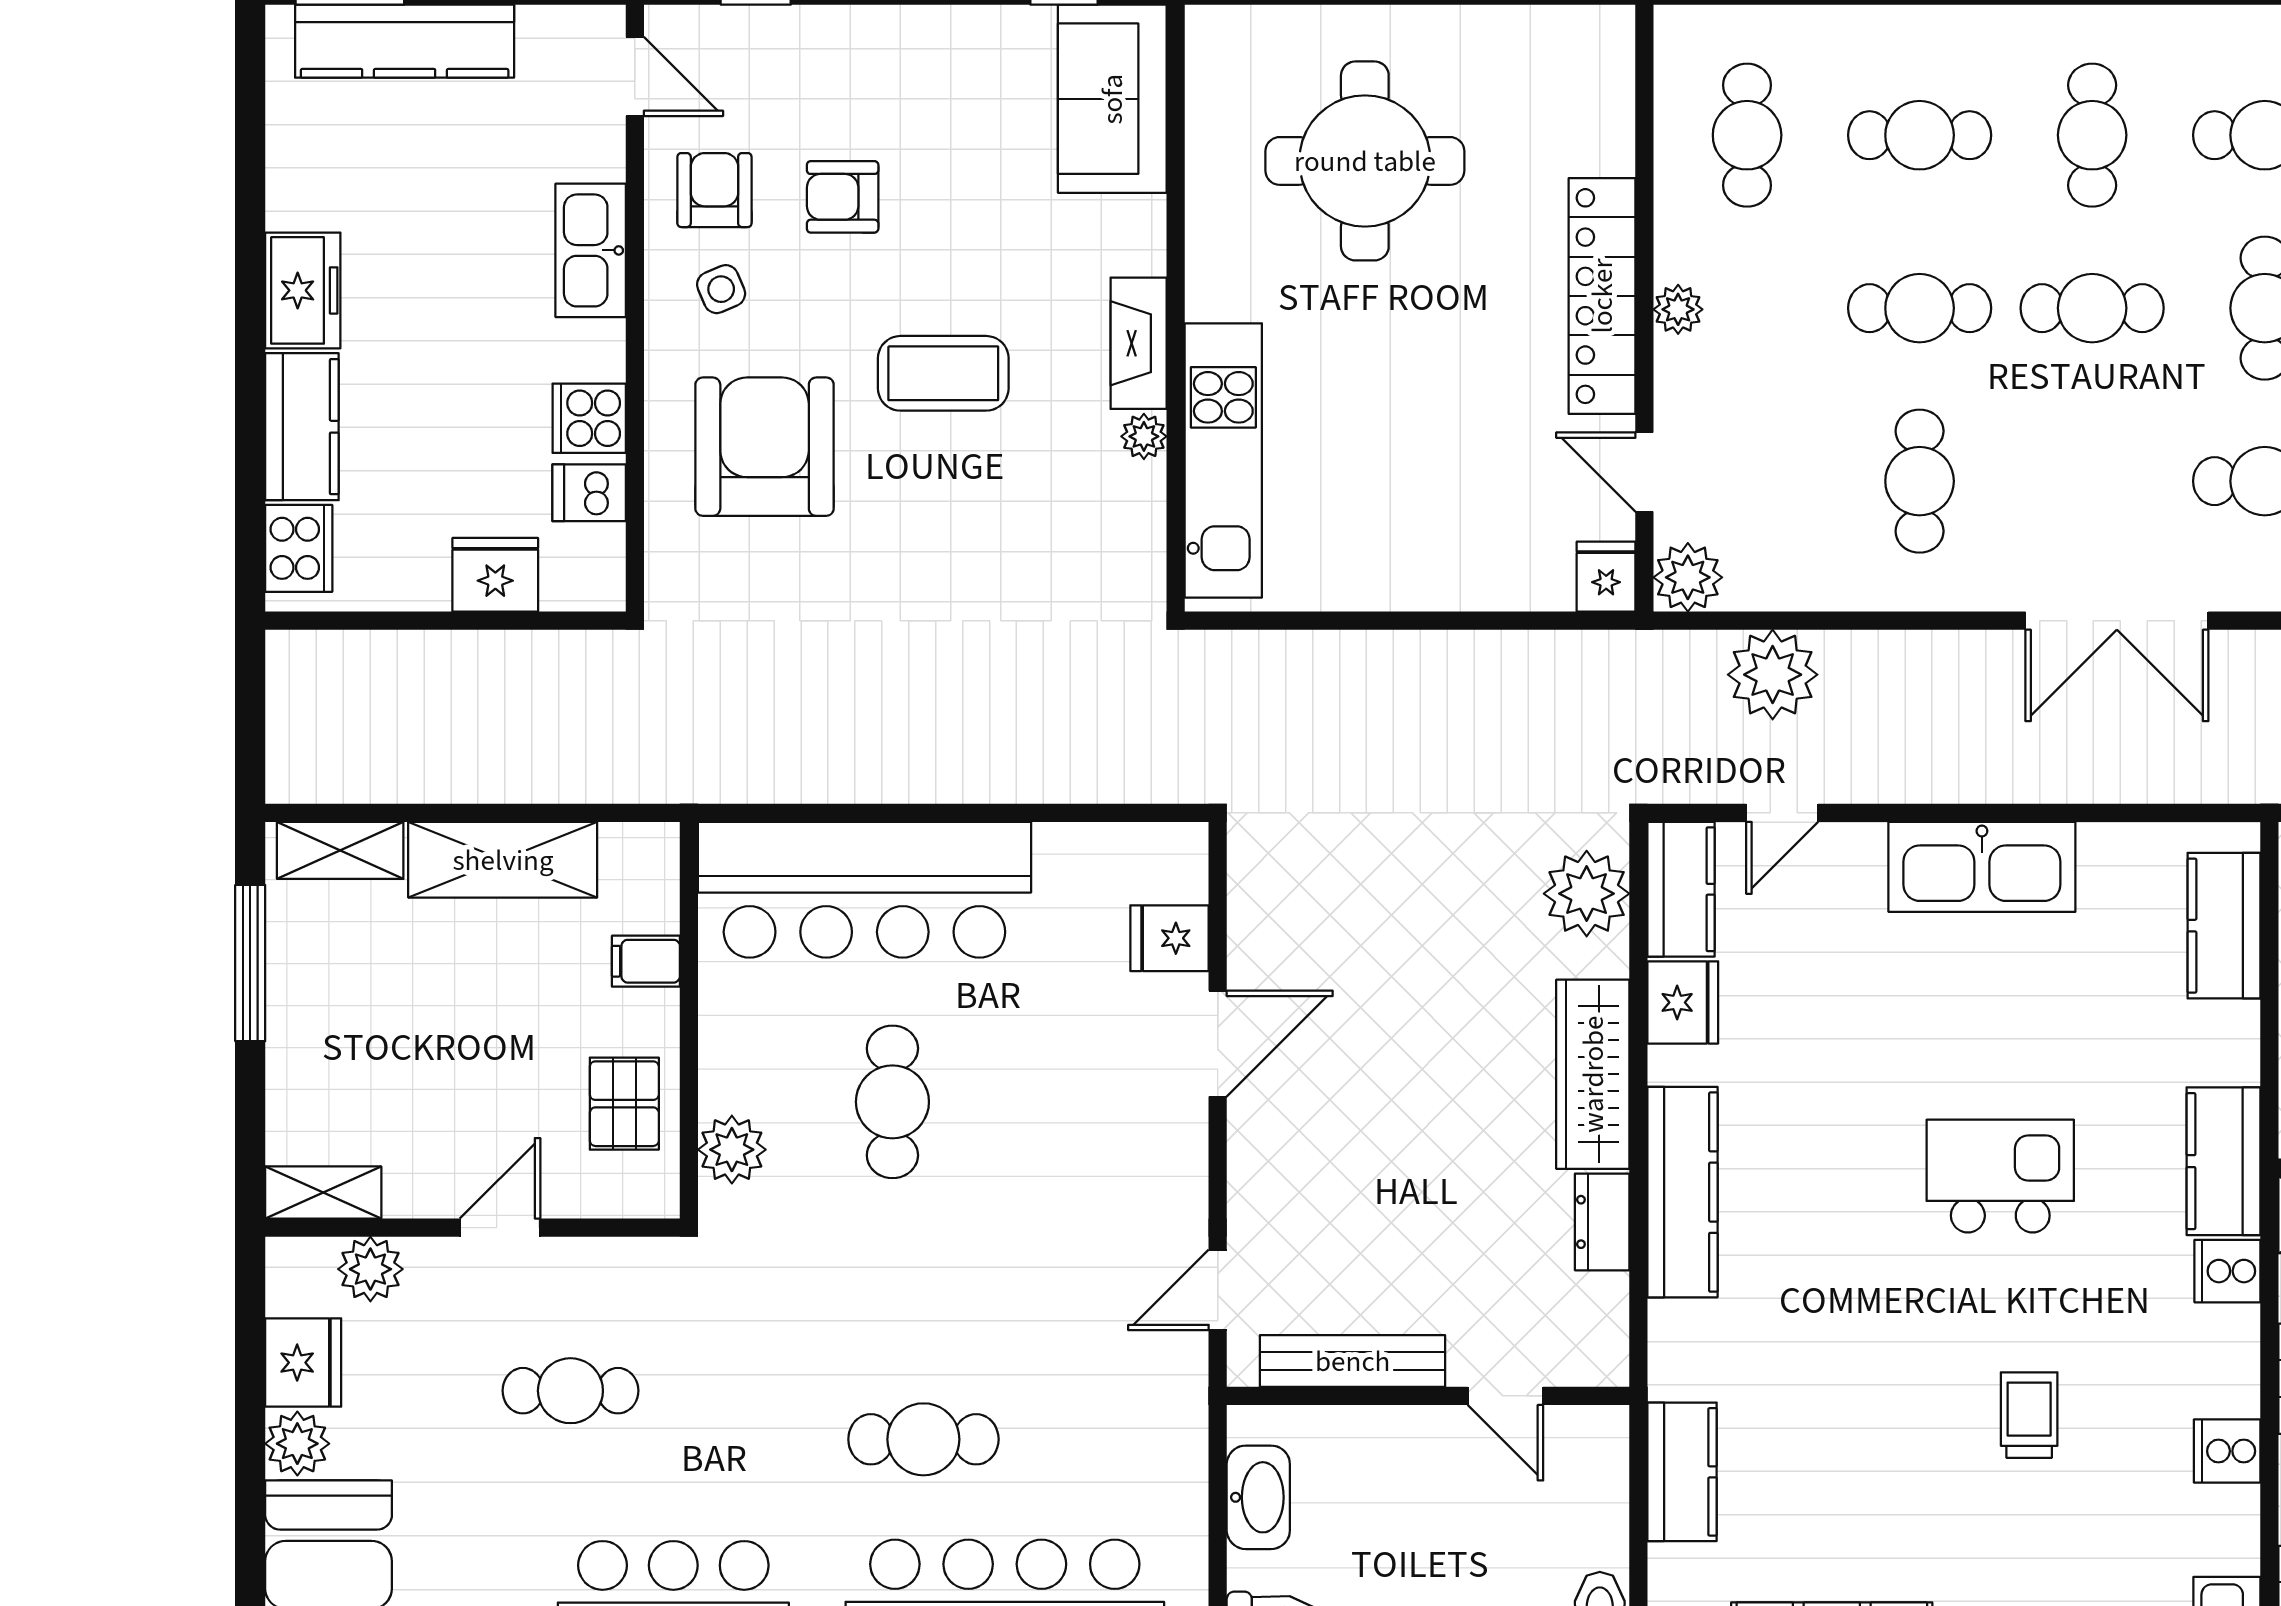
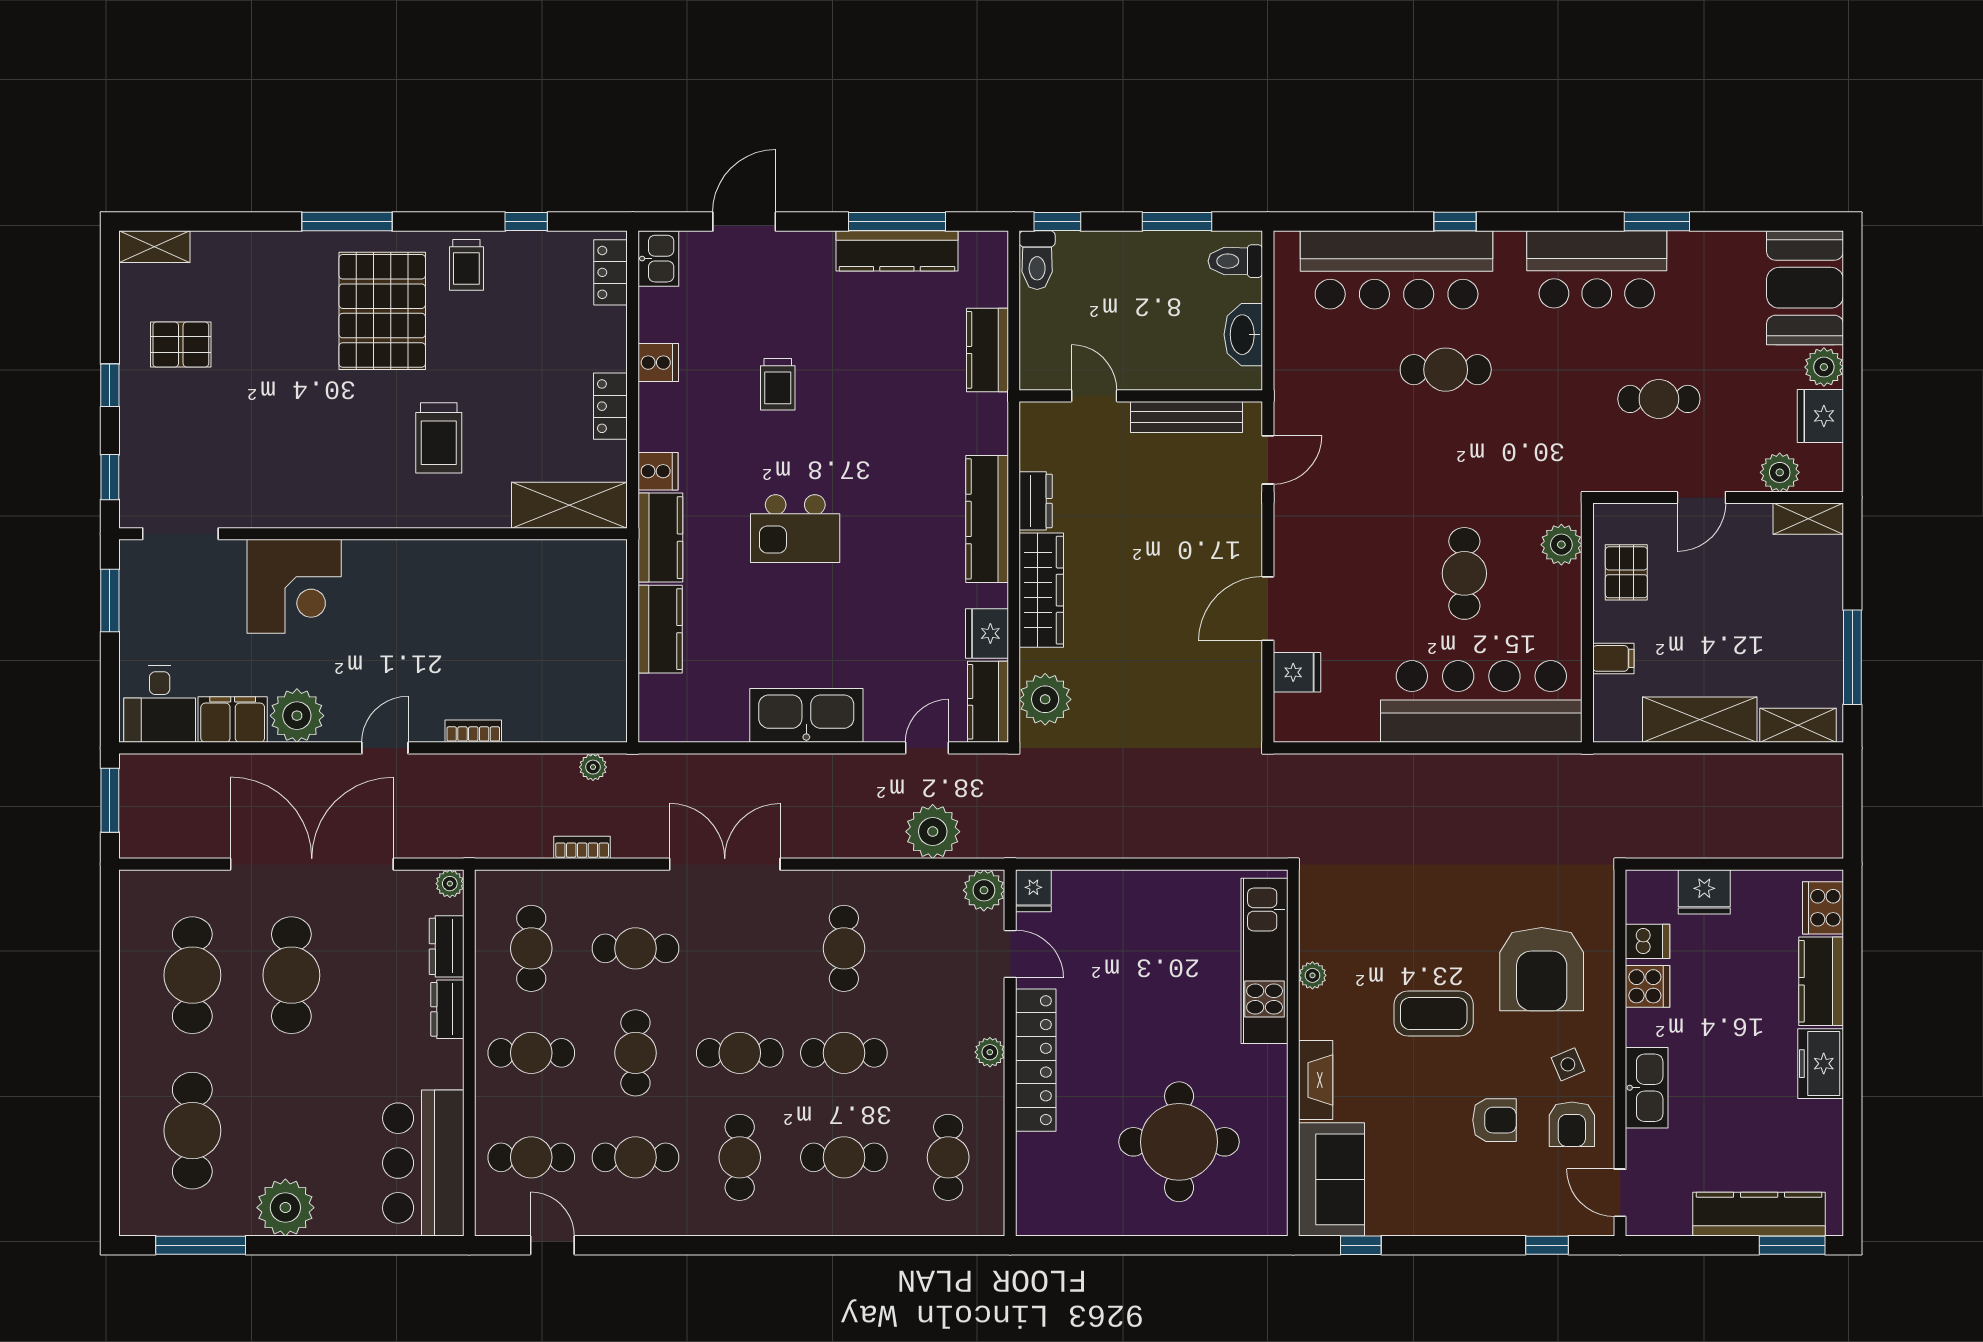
fireplace: (1139, 343) -> (1316, 1080), moved
kitchen counter: (2224, 926) -> (660, 629), moved

